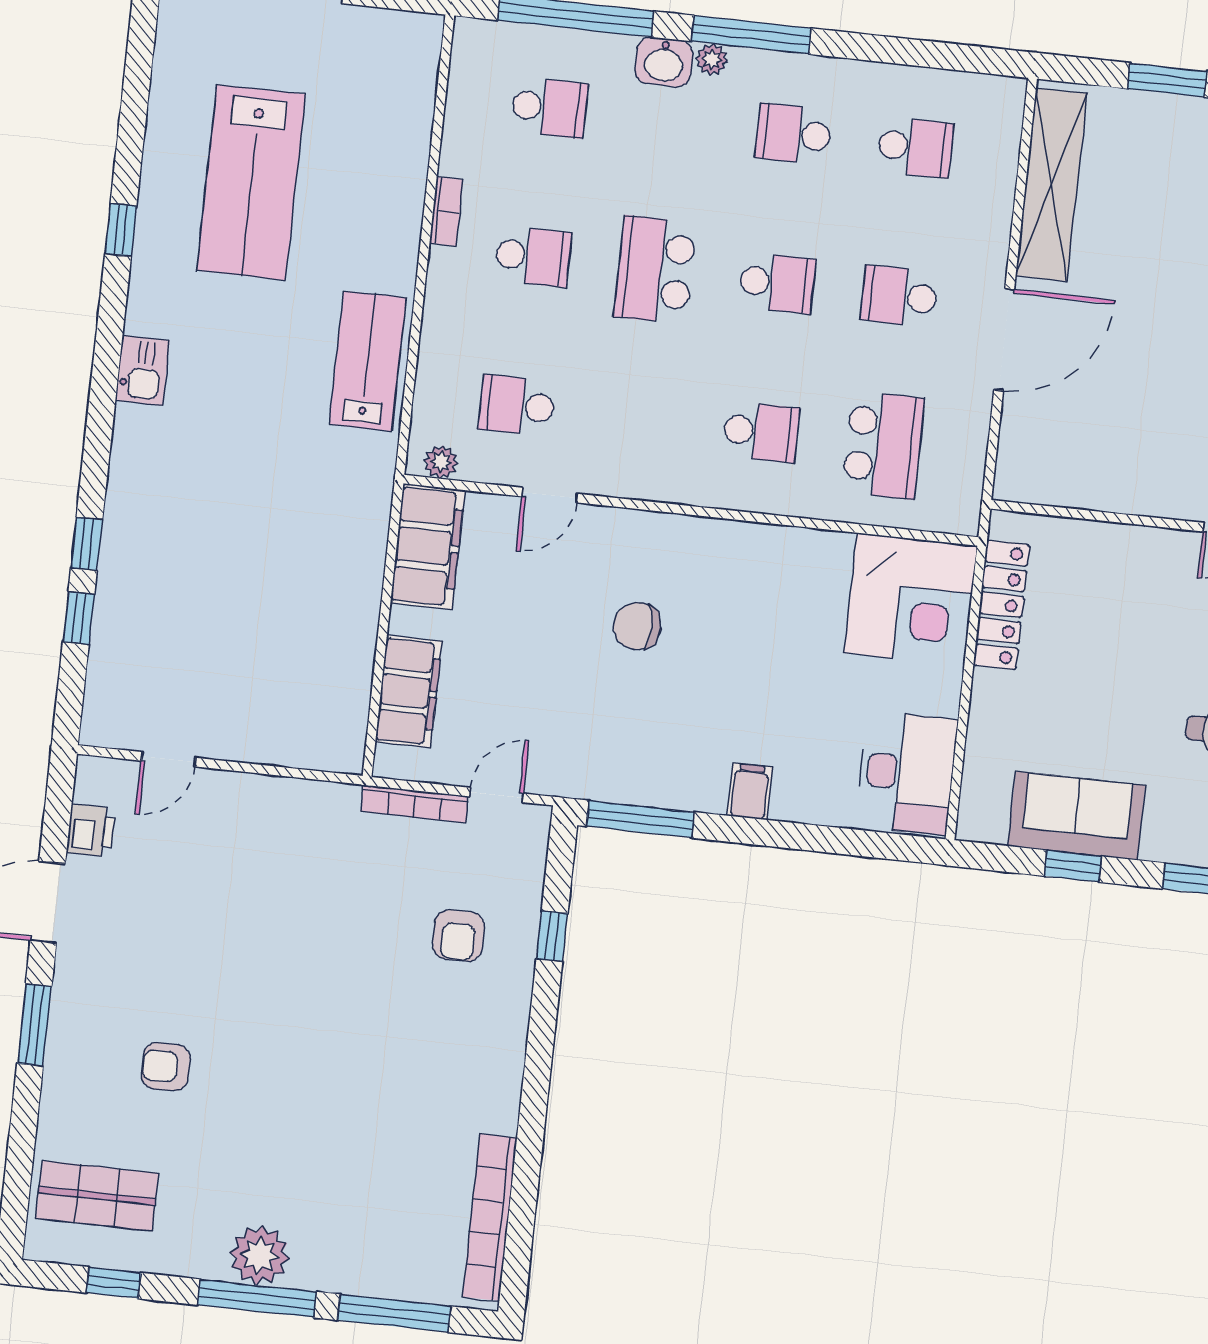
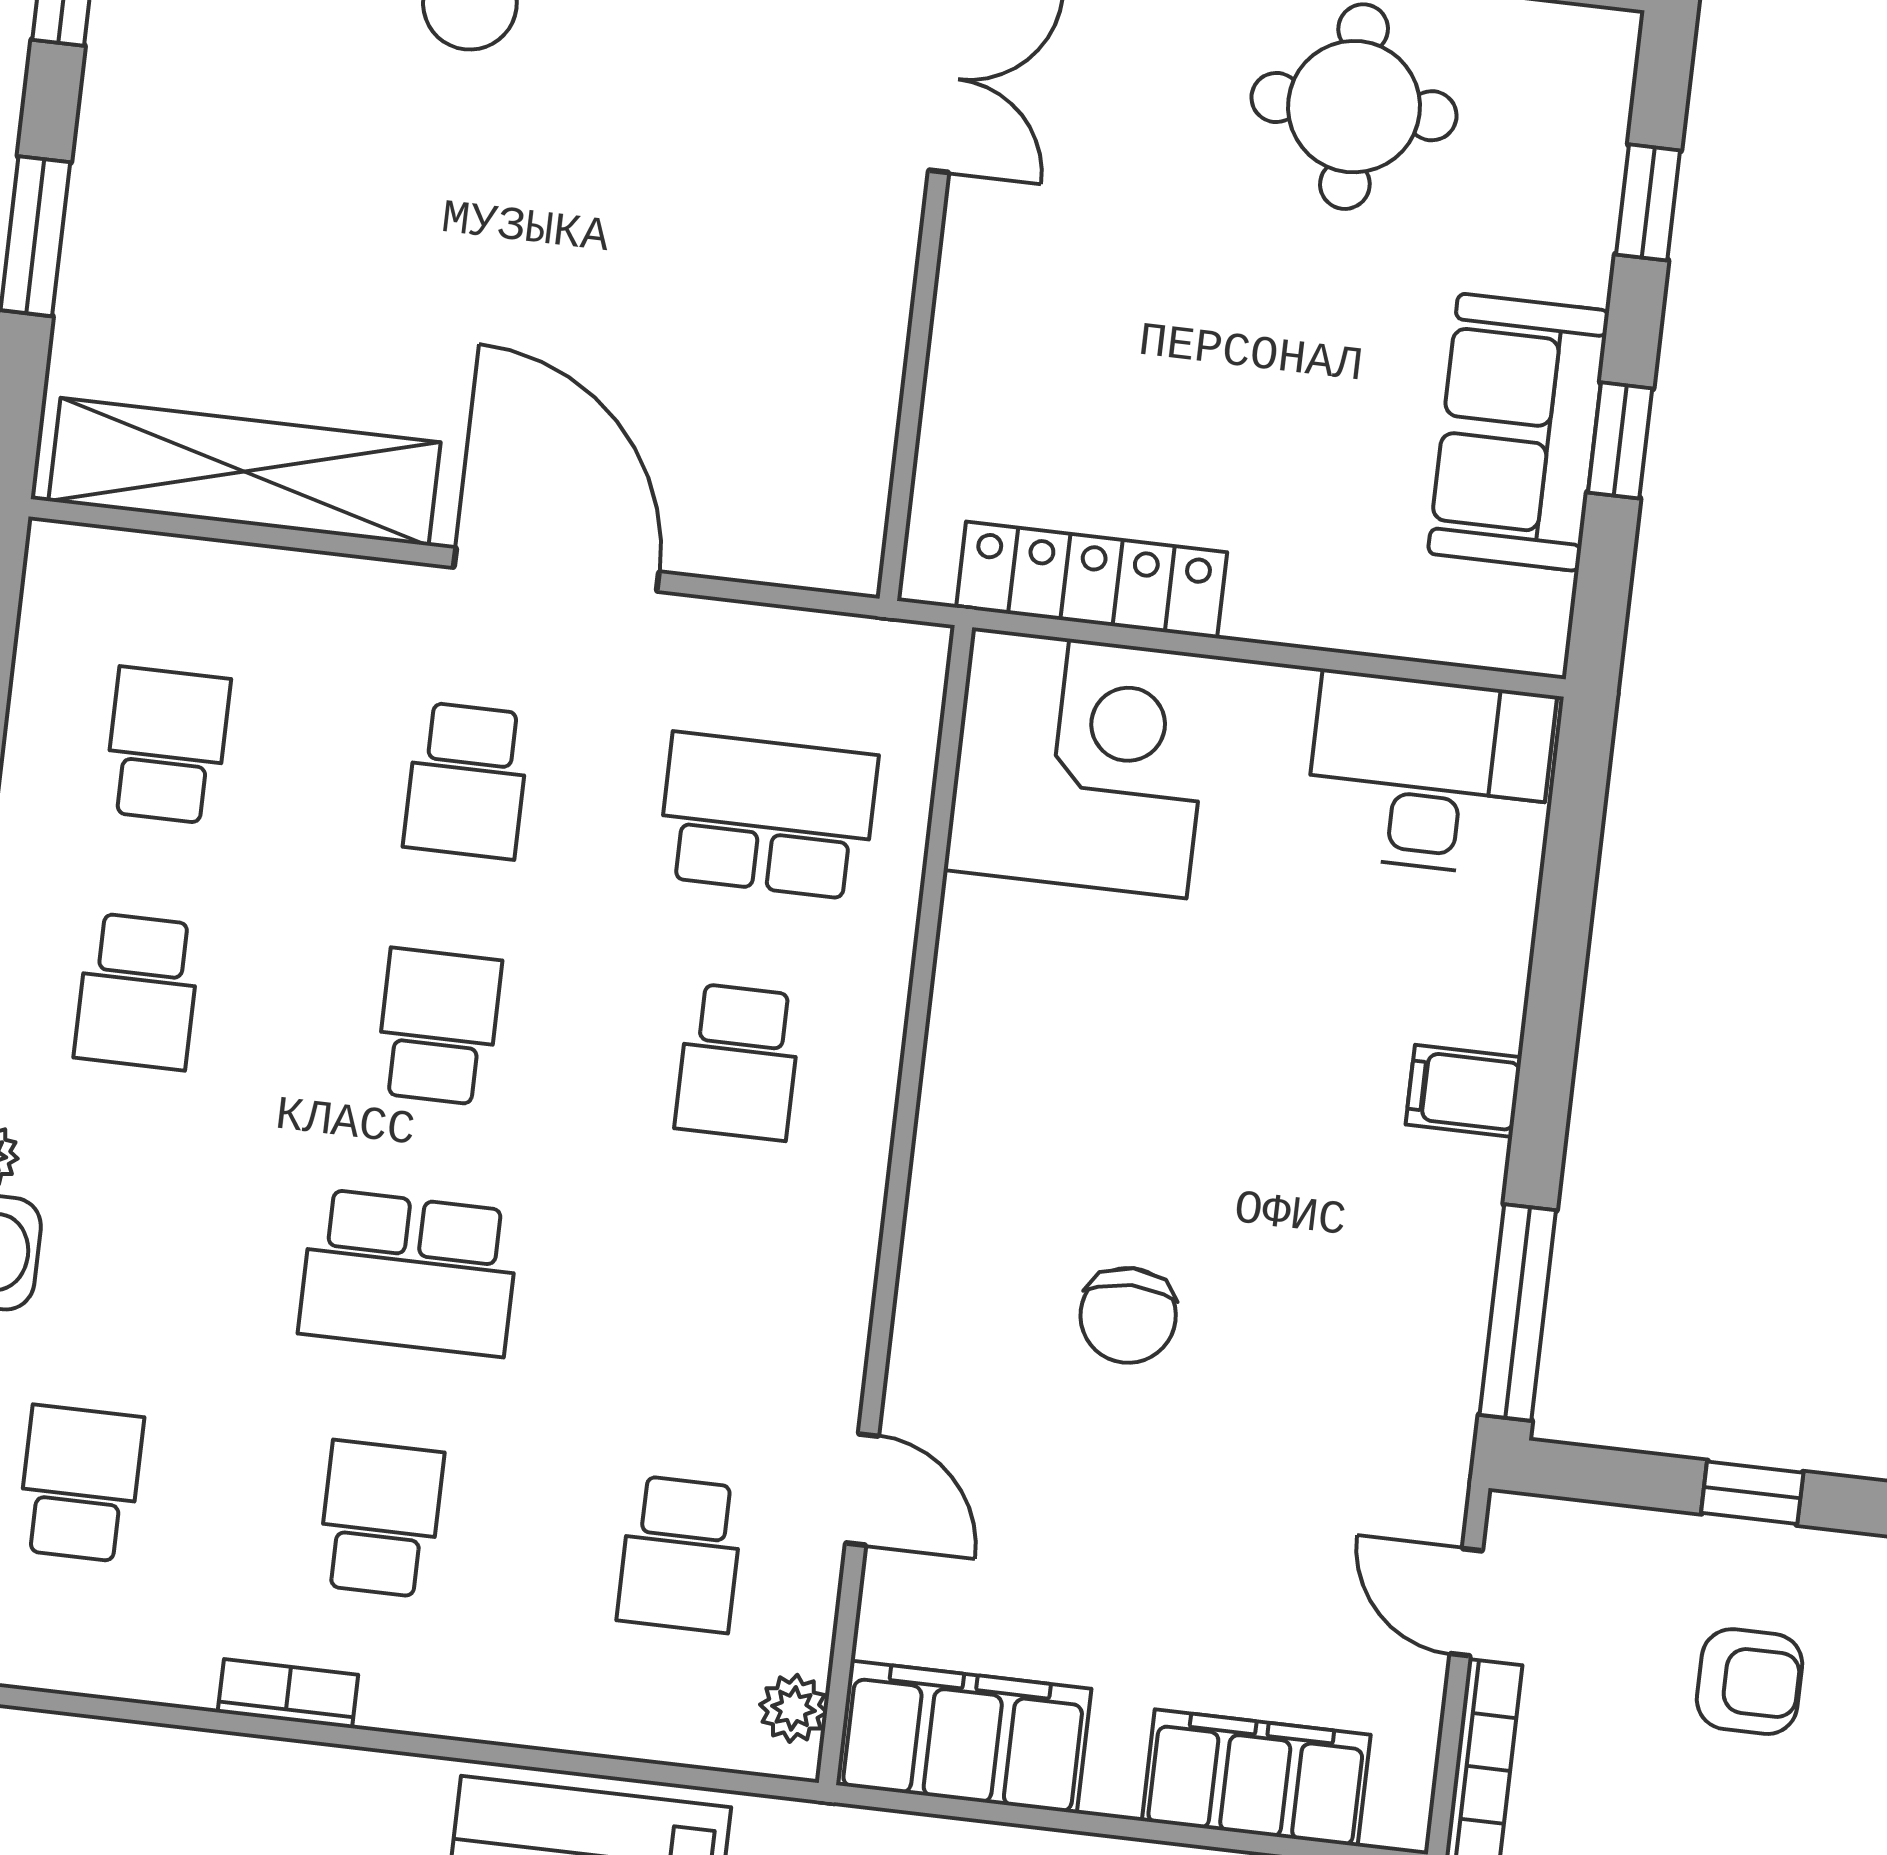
school desk: (761, 432) -> (738, 1062), turned 180

